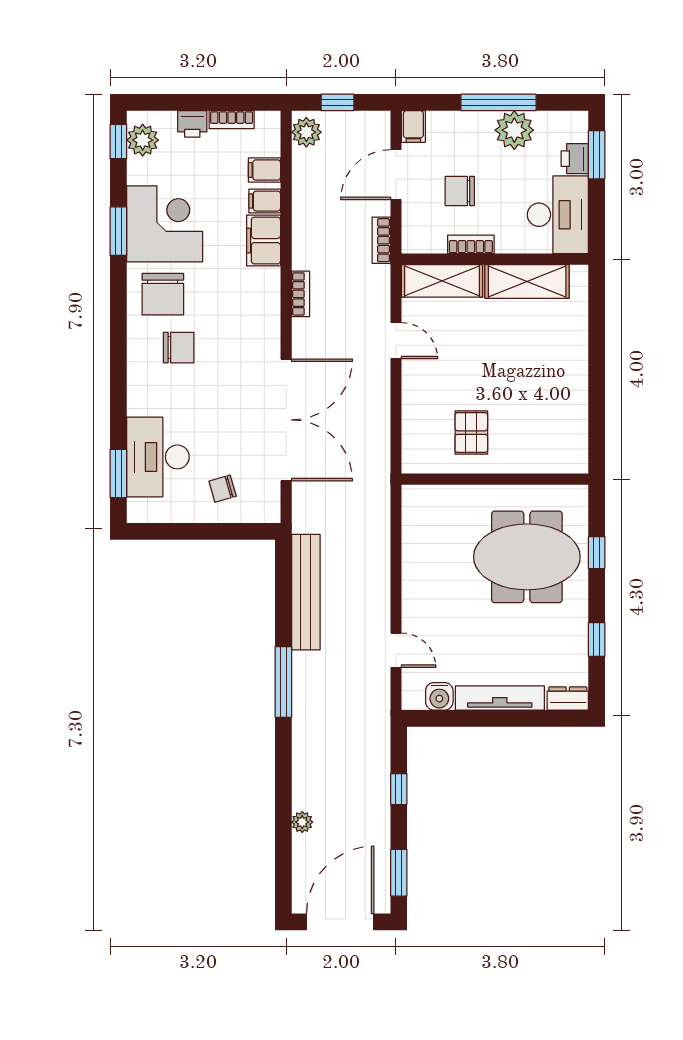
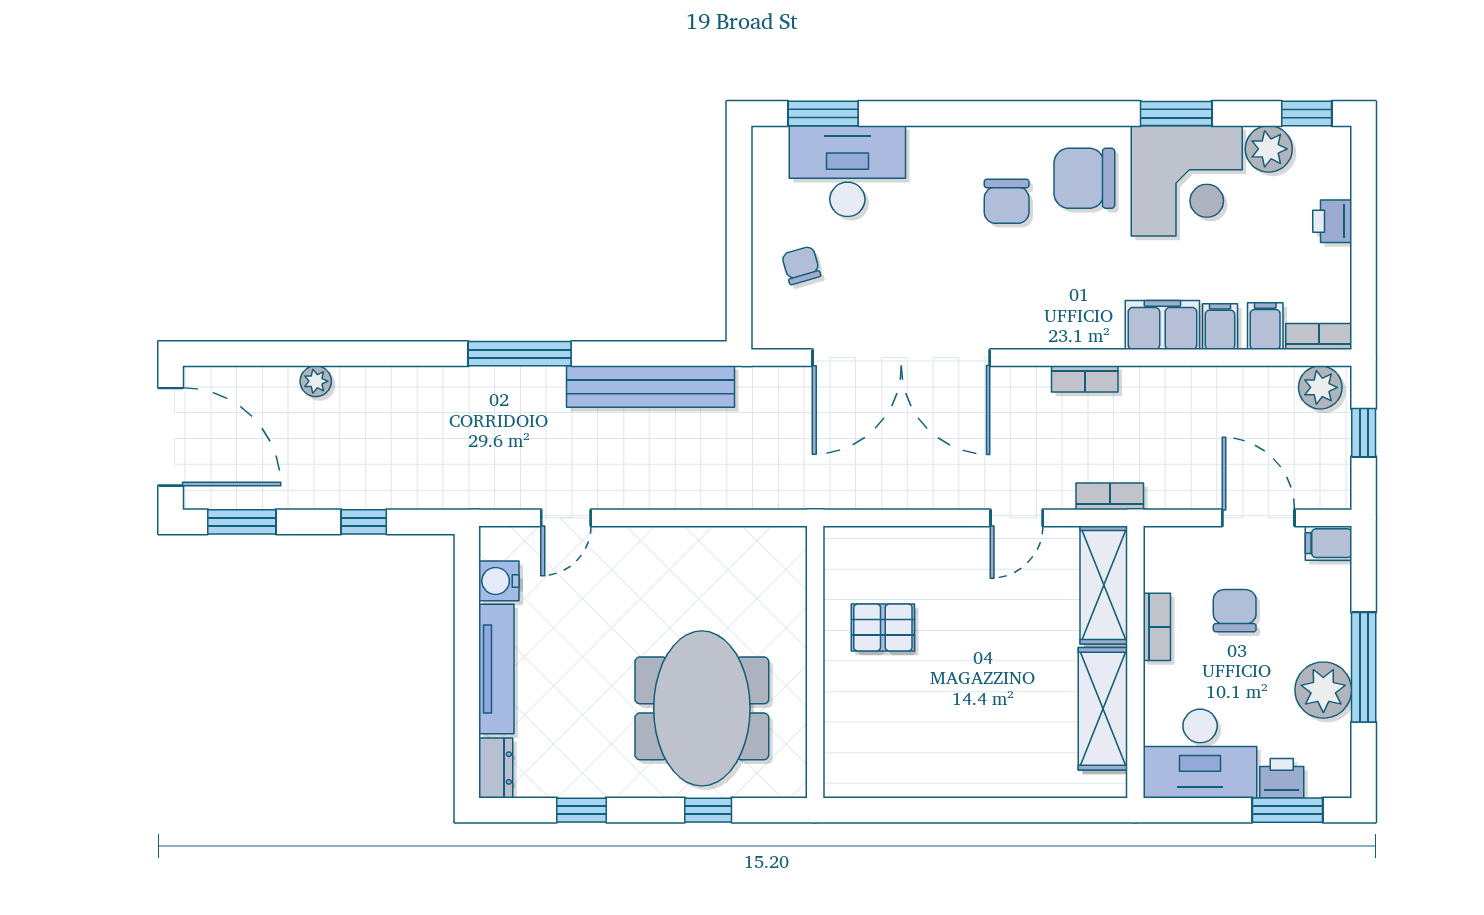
bookcase: (232, 120) -> (1319, 337), moved, turned 90
plant: (143, 140) -> (1269, 149), moved
bookcase: (381, 240) -> (1110, 496), moved

